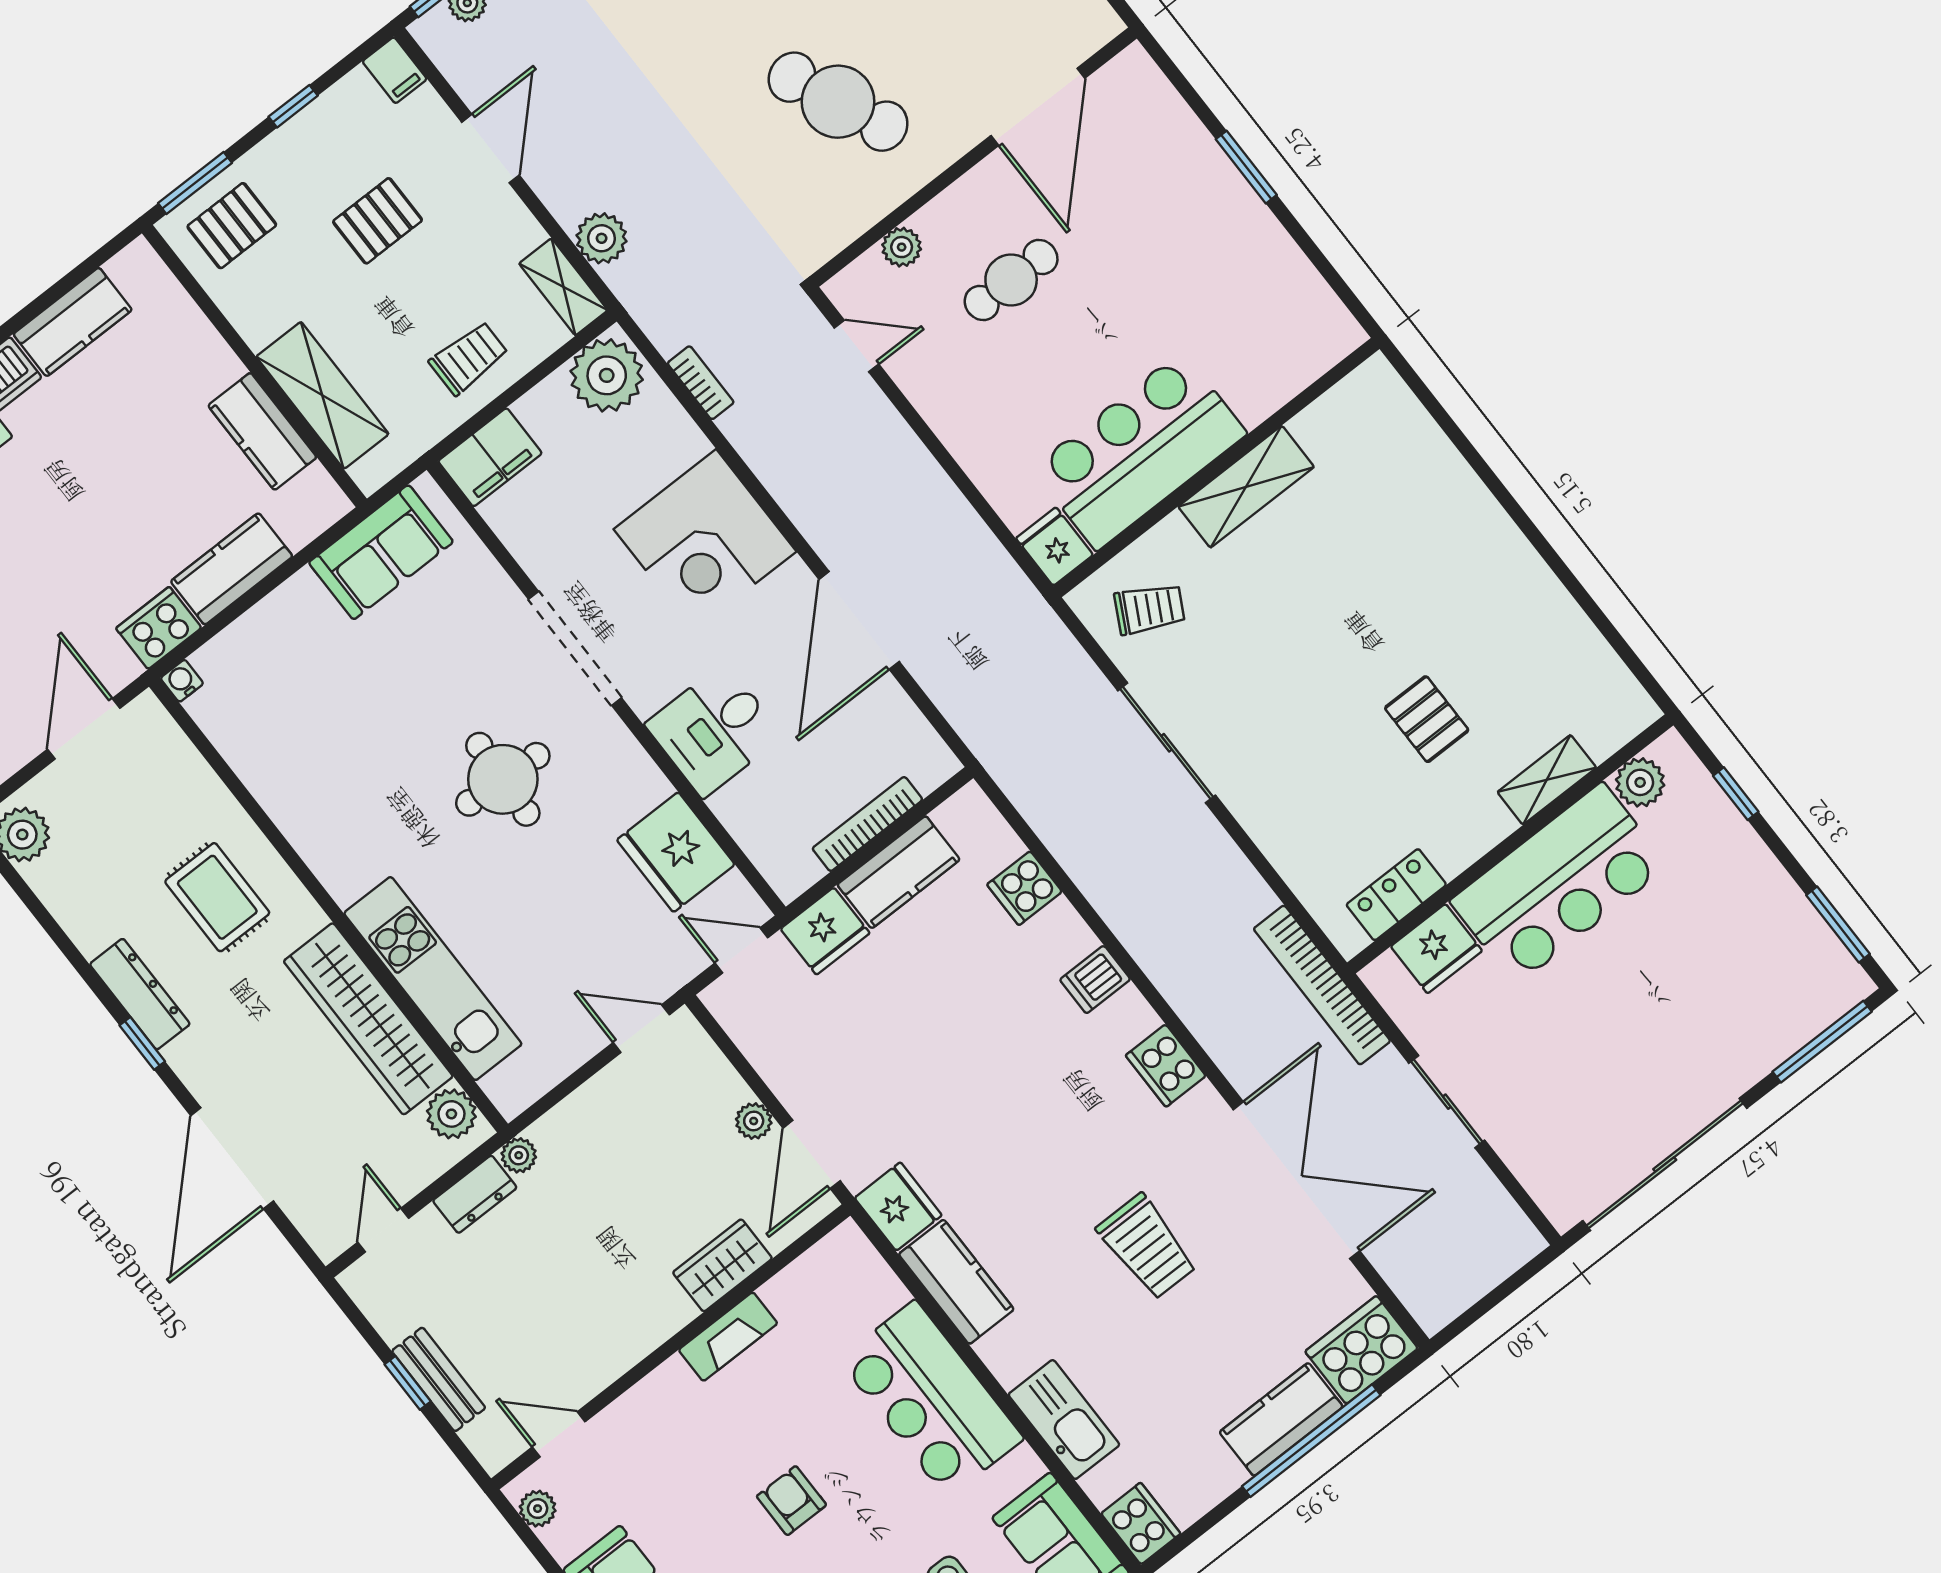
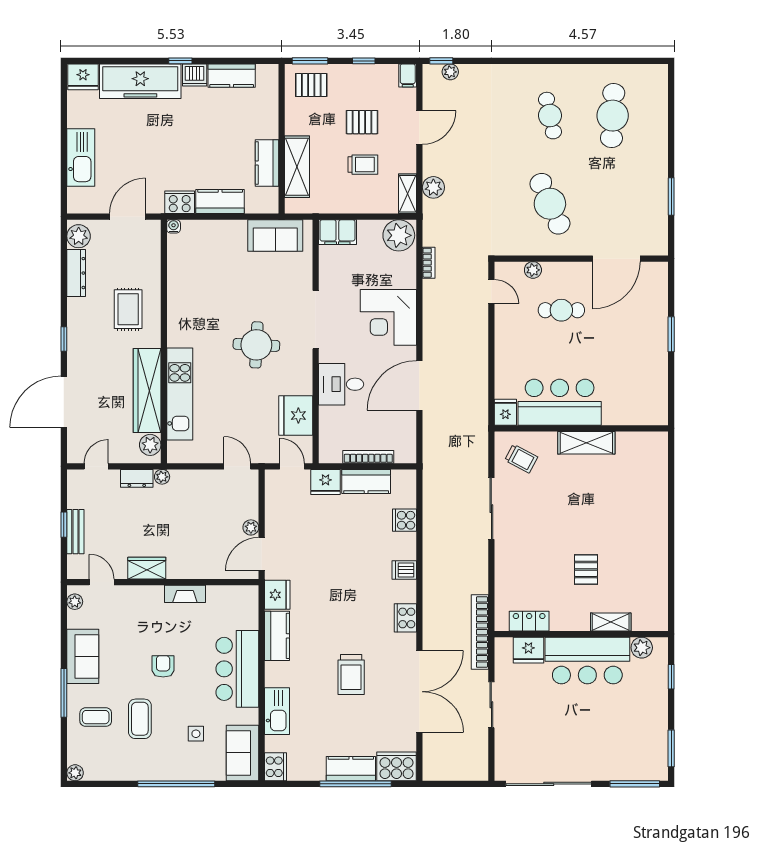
trolley: (469, 358) -> (363, 165), moved
dresser: (140, 994) -> (76, 273), moved
wardrobe: (722, 1265) -> (147, 568), moved

